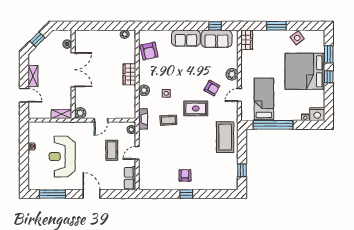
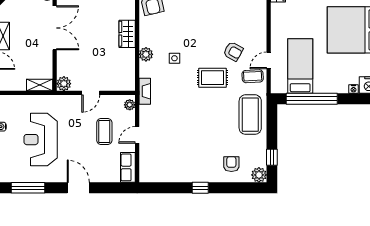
plant: (232, 74) -> (259, 175), moved
coffee table: (168, 120) -> (253, 76), moved
armchair: (185, 175) -> (231, 164), moved

